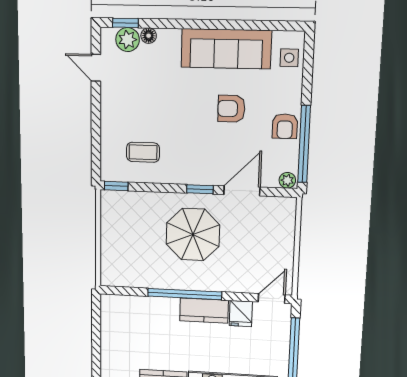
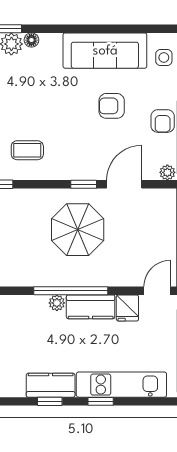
plant: (171, 305) -> (57, 303), added

